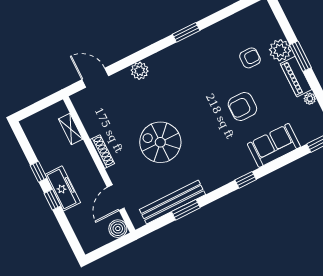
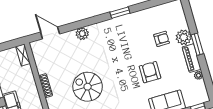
armchair: (242, 106) -> (150, 72), turned 90
shelving: (71, 129) -> (23, 55), moved

